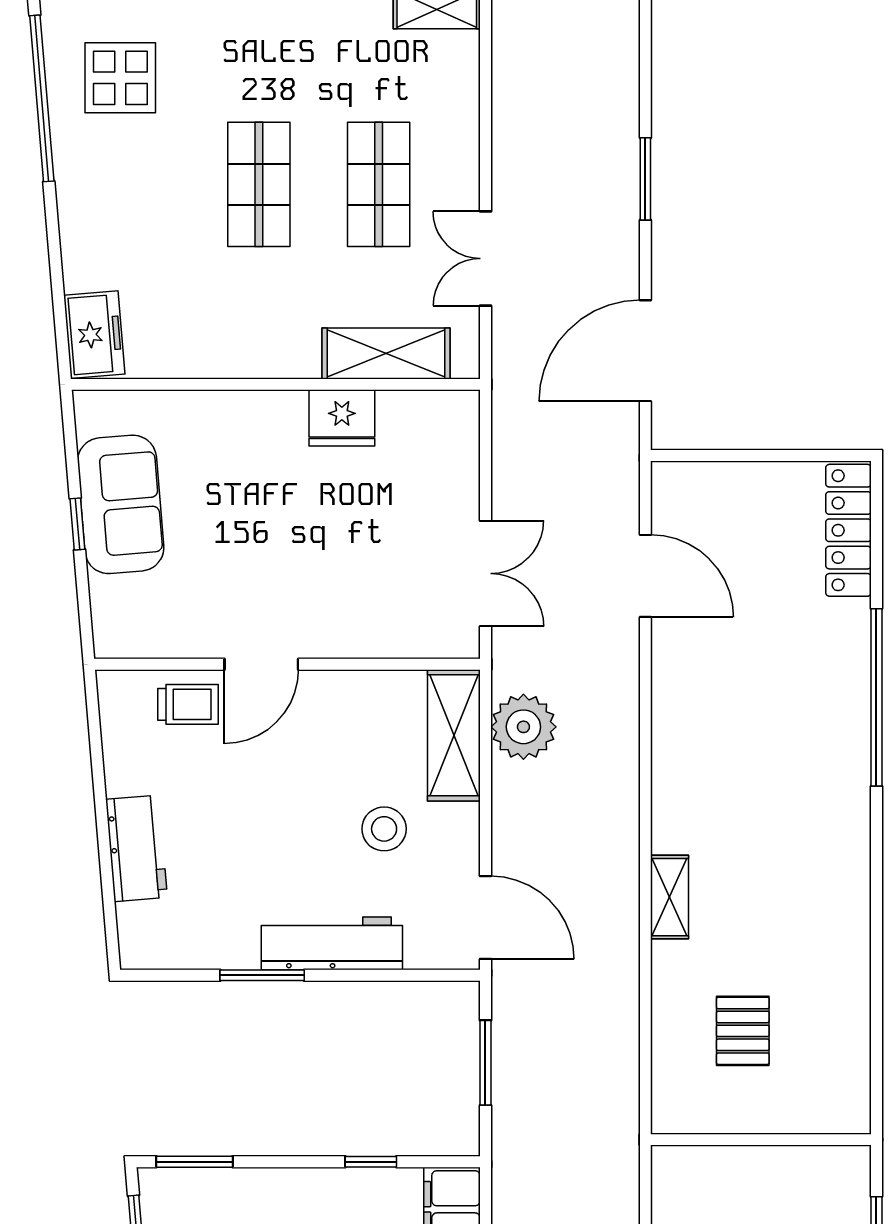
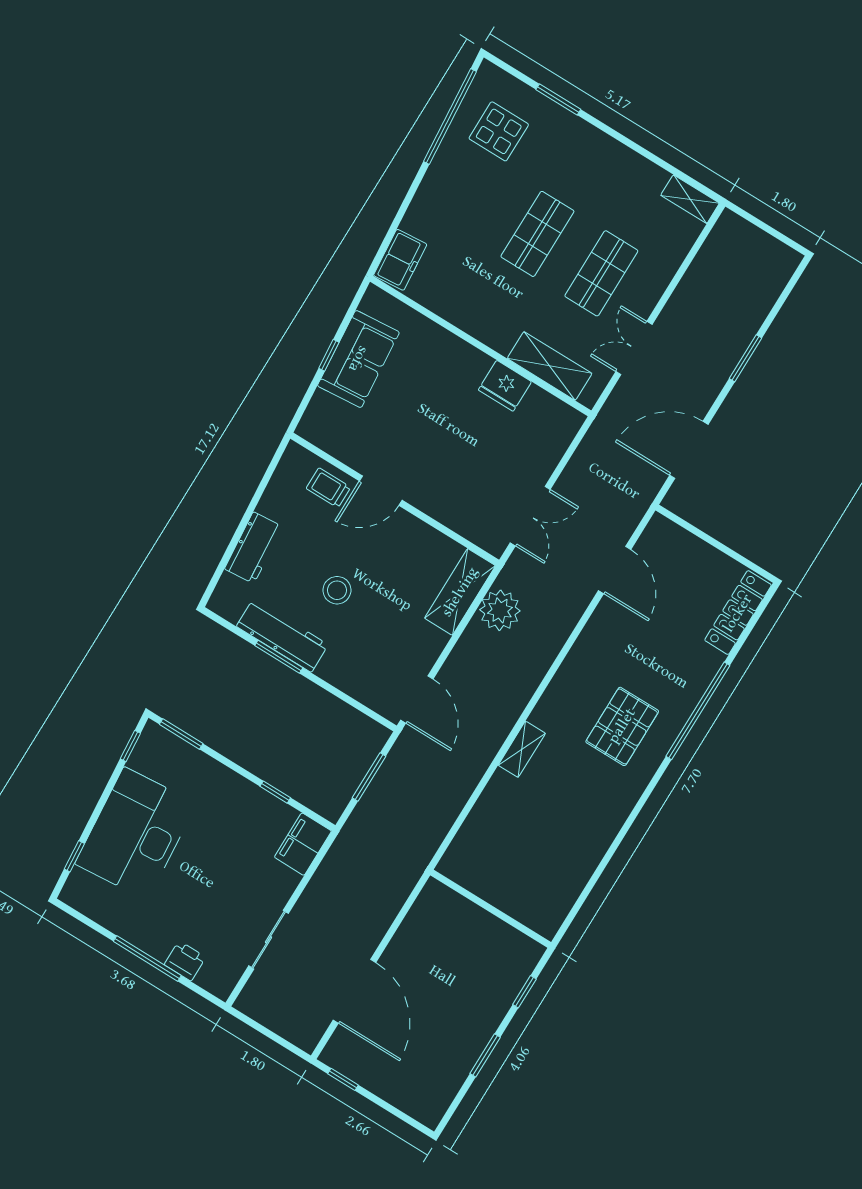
trolley: (188, 704) -> (328, 488), turned 180
stool: (384, 829) -> (337, 590), moved
workbench: (332, 943) -> (282, 636), moved
pallet: (743, 1031) -> (622, 726), moved, width x1.50, depth x1.42

